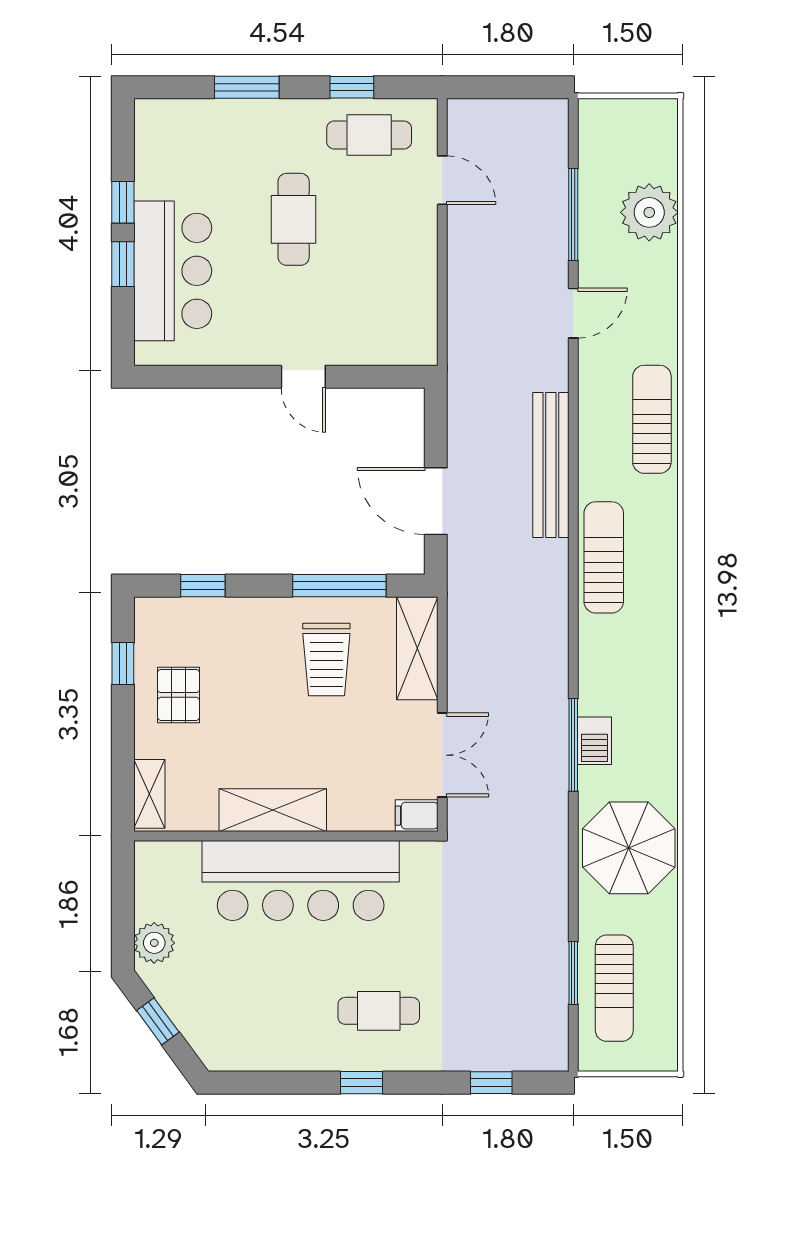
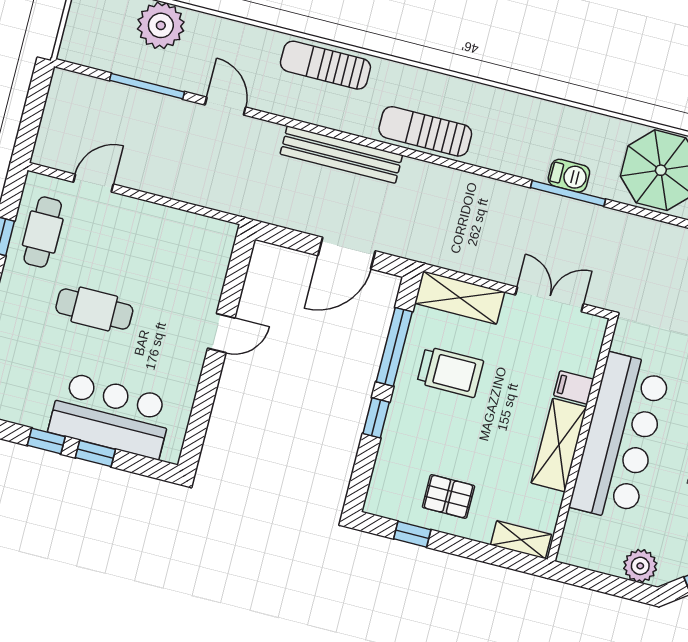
window: (203, 586) -> (376, 418), moved
filing cabinet: (417, 816) -> (574, 387), moved, turned 90

